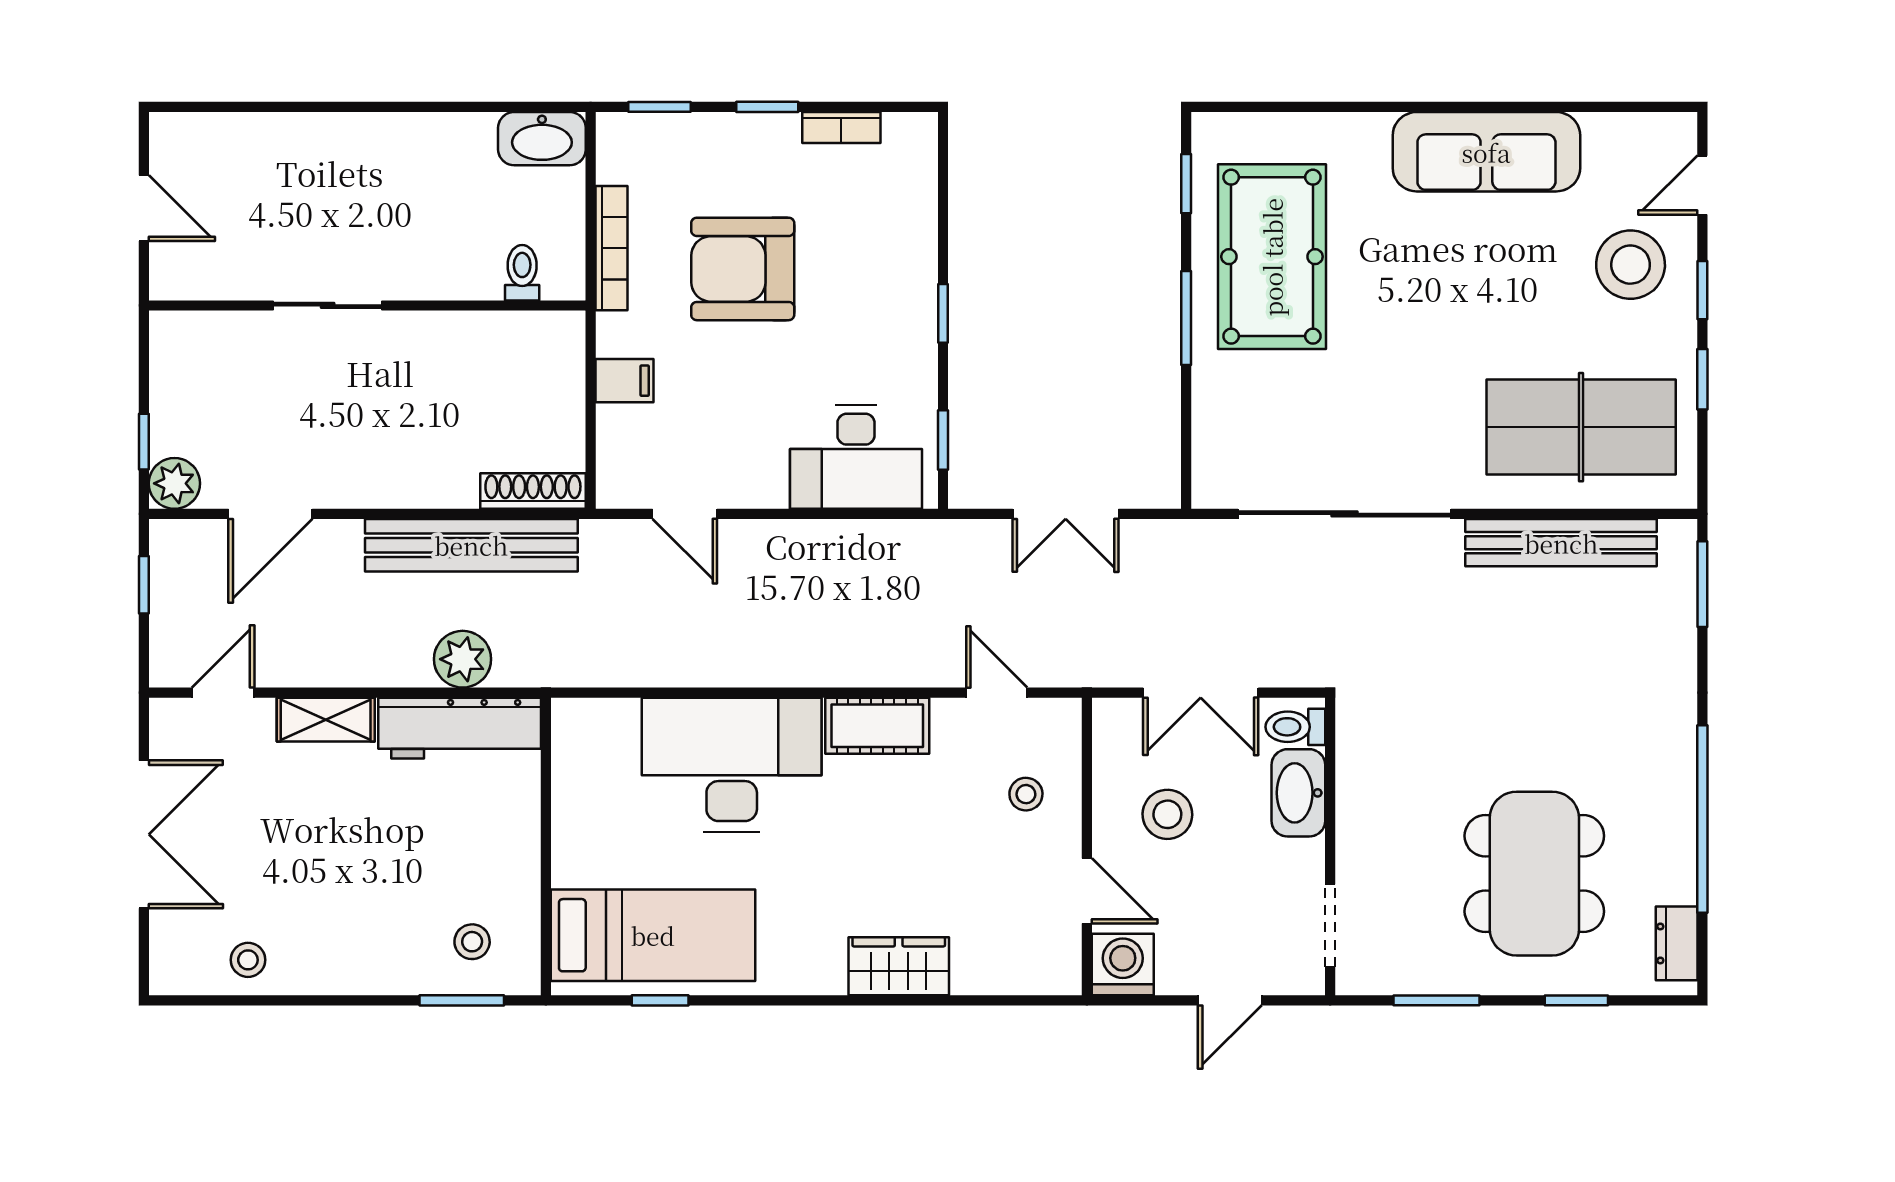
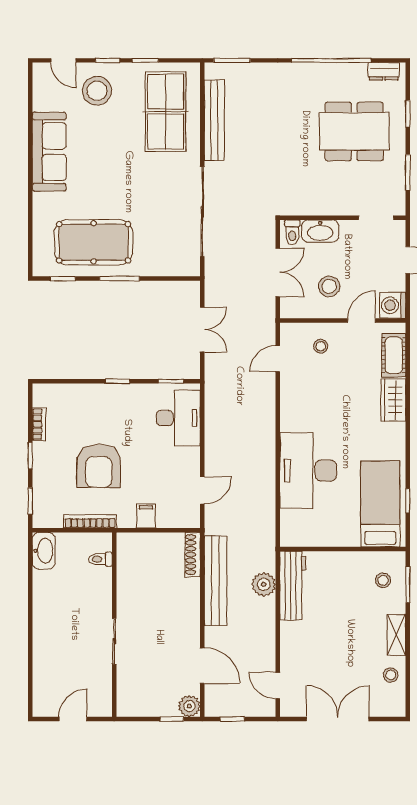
shelving: (326, 720) -> (396, 635), moved
cot: (877, 726) -> (394, 355), moved

